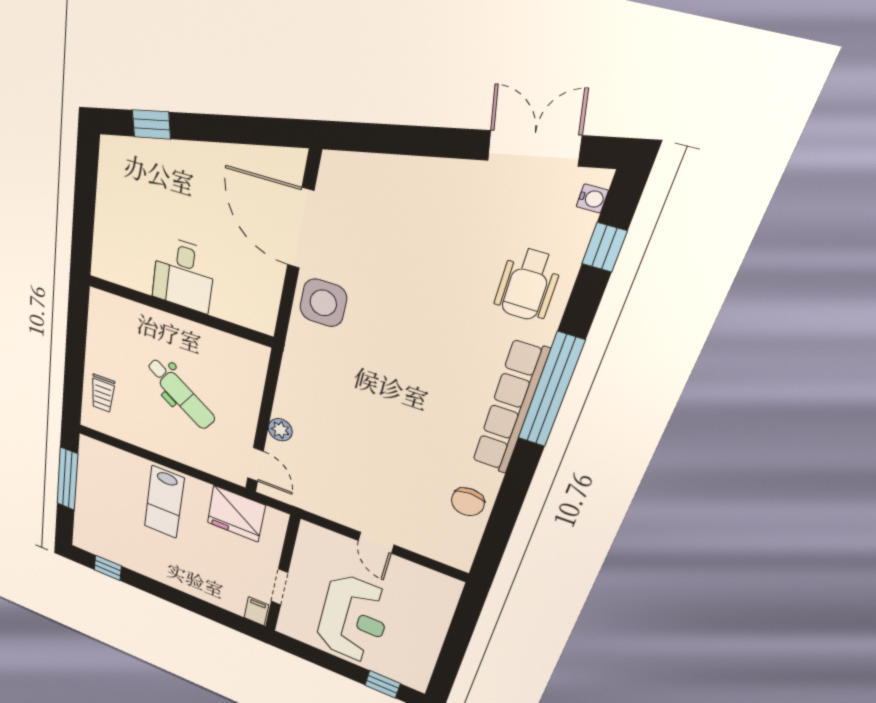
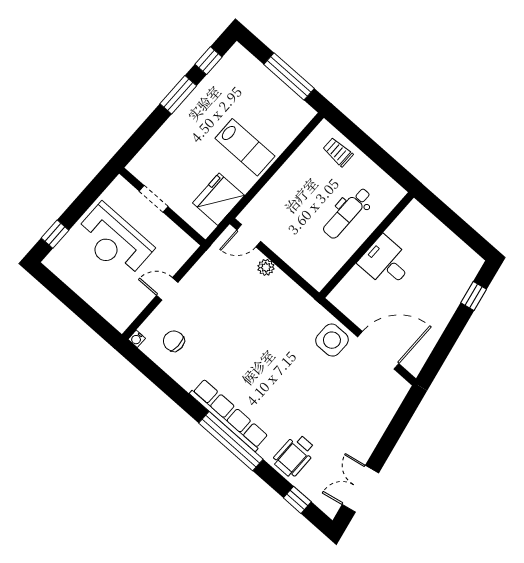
double door: (534, 148) -> (360, 489), swing flipped
water cooler: (592, 199) -> (137, 339), moved
wheelchair: (528, 285) -> (294, 455), turned -90
dental chair: (181, 394) -> (347, 213), moved, turned -33
lab bench: (164, 502) -> (245, 147), turned 180
chair: (468, 502) -> (174, 341), moved
window: (158, 589) -> (178, 95), added
filing cabinet: (256, 611) -> (139, 168), removed

